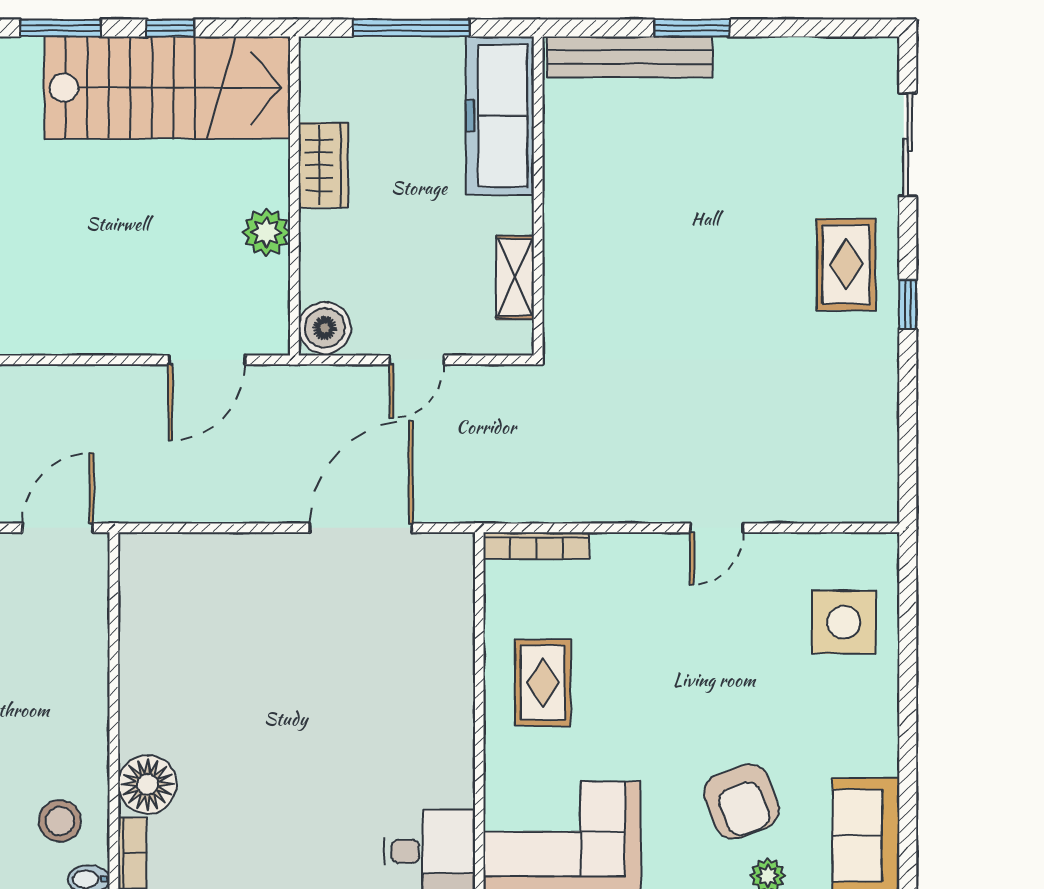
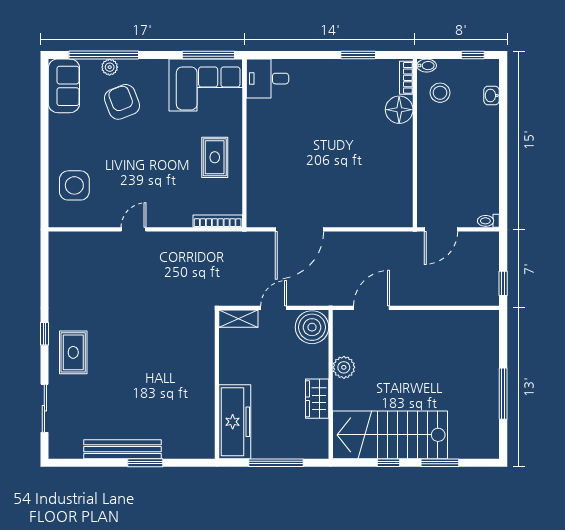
bench: (630, 57) -> (123, 449), moved
shelving: (515, 277) -> (238, 319), moved, turned 90
boiler: (325, 328) -> (312, 327), width x1.37, depth x1.37

